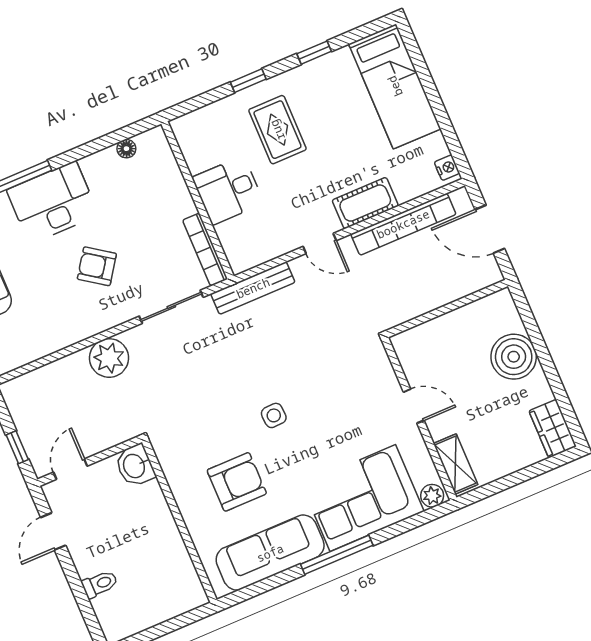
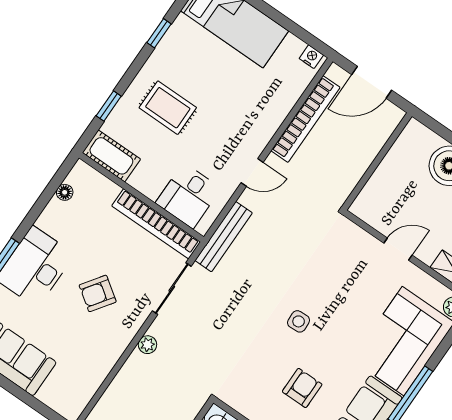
window: (248, 81) -> (109, 106), moved
desk: (228, 190) -> (188, 196), moved
cot: (365, 203) -> (111, 156), moved, turned 90
bookcase: (205, 250) -> (156, 224), width x1.48, depth x1.31
plant: (109, 358) -> (147, 345), width x0.53, depth x0.53
armchair: (237, 482) -> (302, 388), width x0.72, depth x0.72

